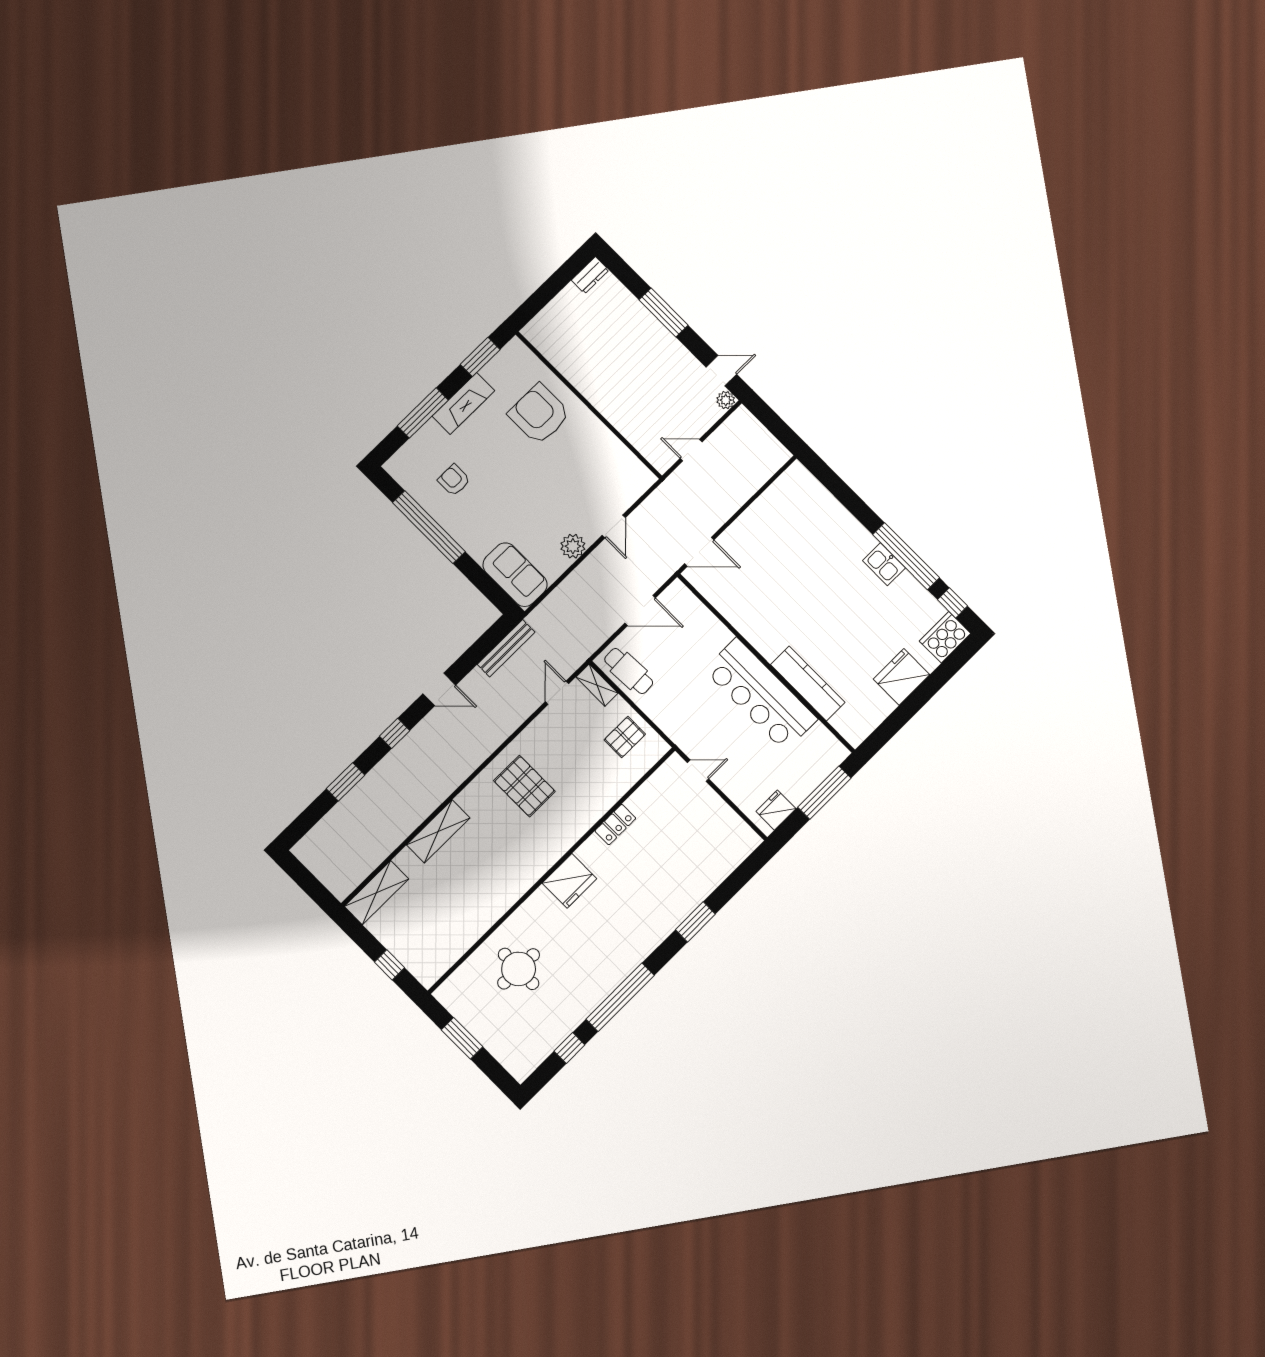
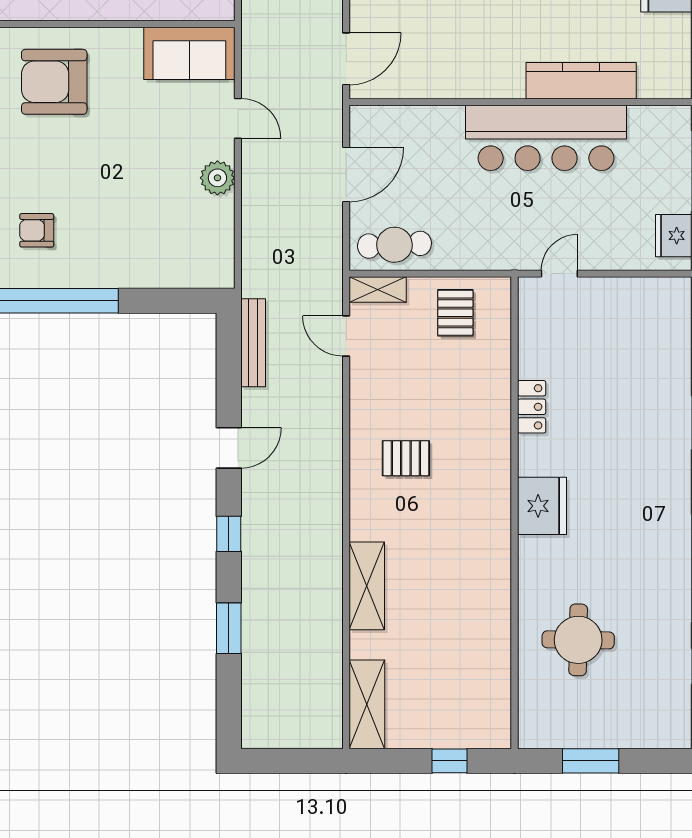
sofa: (515, 575) -> (189, 53), moved, turned 180
pallet: (524, 786) -> (406, 458), width x0.67, depth x0.71

